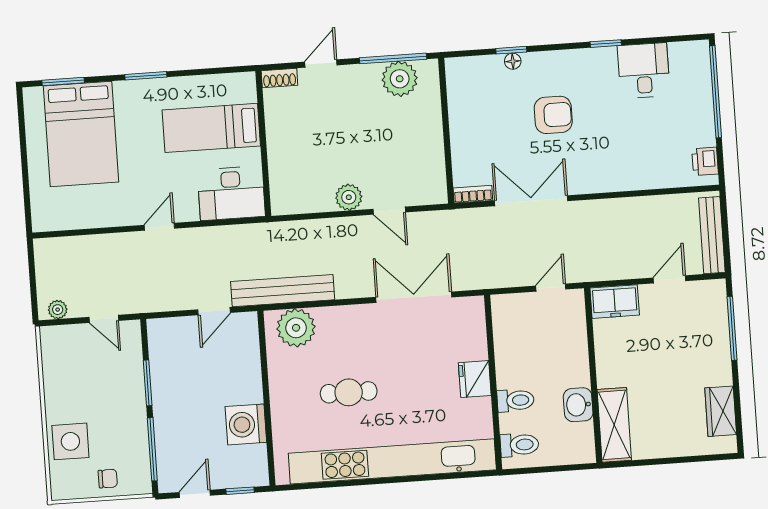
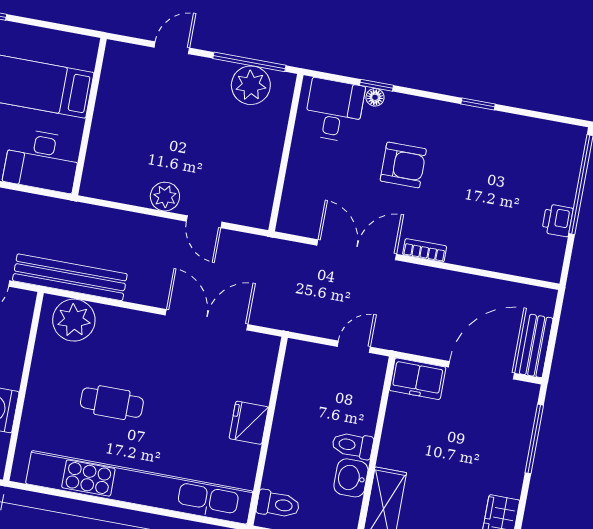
desk: (644, 71) -> (334, 110), moved
shoe rack: (279, 78) -> (124, 52), removed
printer: (705, 161) -> (557, 220), moved
bookcase: (473, 194) -> (425, 250), moved
bench: (712, 235) -> (536, 346), width x0.73
door: (669, 279) -> (481, 370), width x1.87
toilet: (516, 400) -> (352, 445), moved, turned 180

